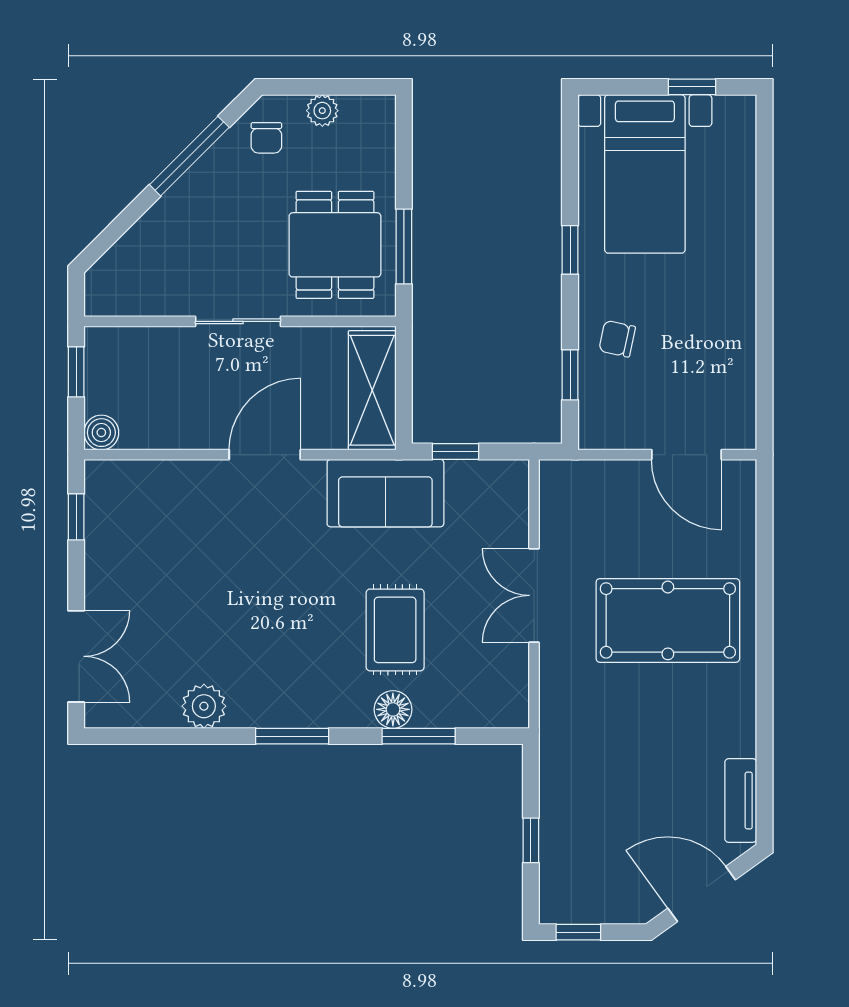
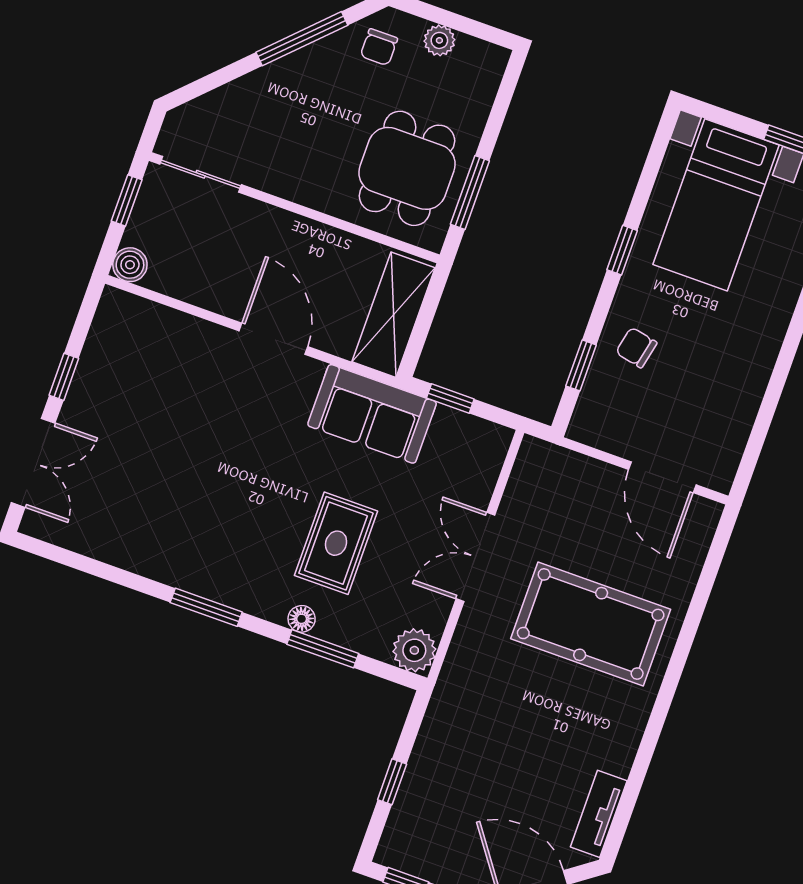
sliding door: (238, 321) -> (201, 174), moved
door: (265, 455) -> (273, 339), hinge flipped
window: (76, 517) -> (64, 377), moved
plant: (204, 706) -> (414, 650), moved
floor lamp: (393, 709) -> (302, 619), width x0.73, depth x0.73

